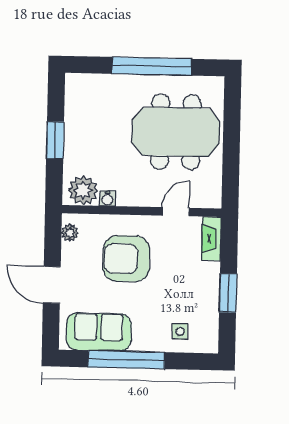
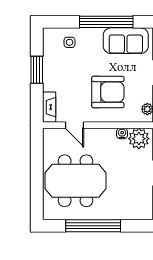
door: (176, 212) -> (74, 125), hinge flipped

